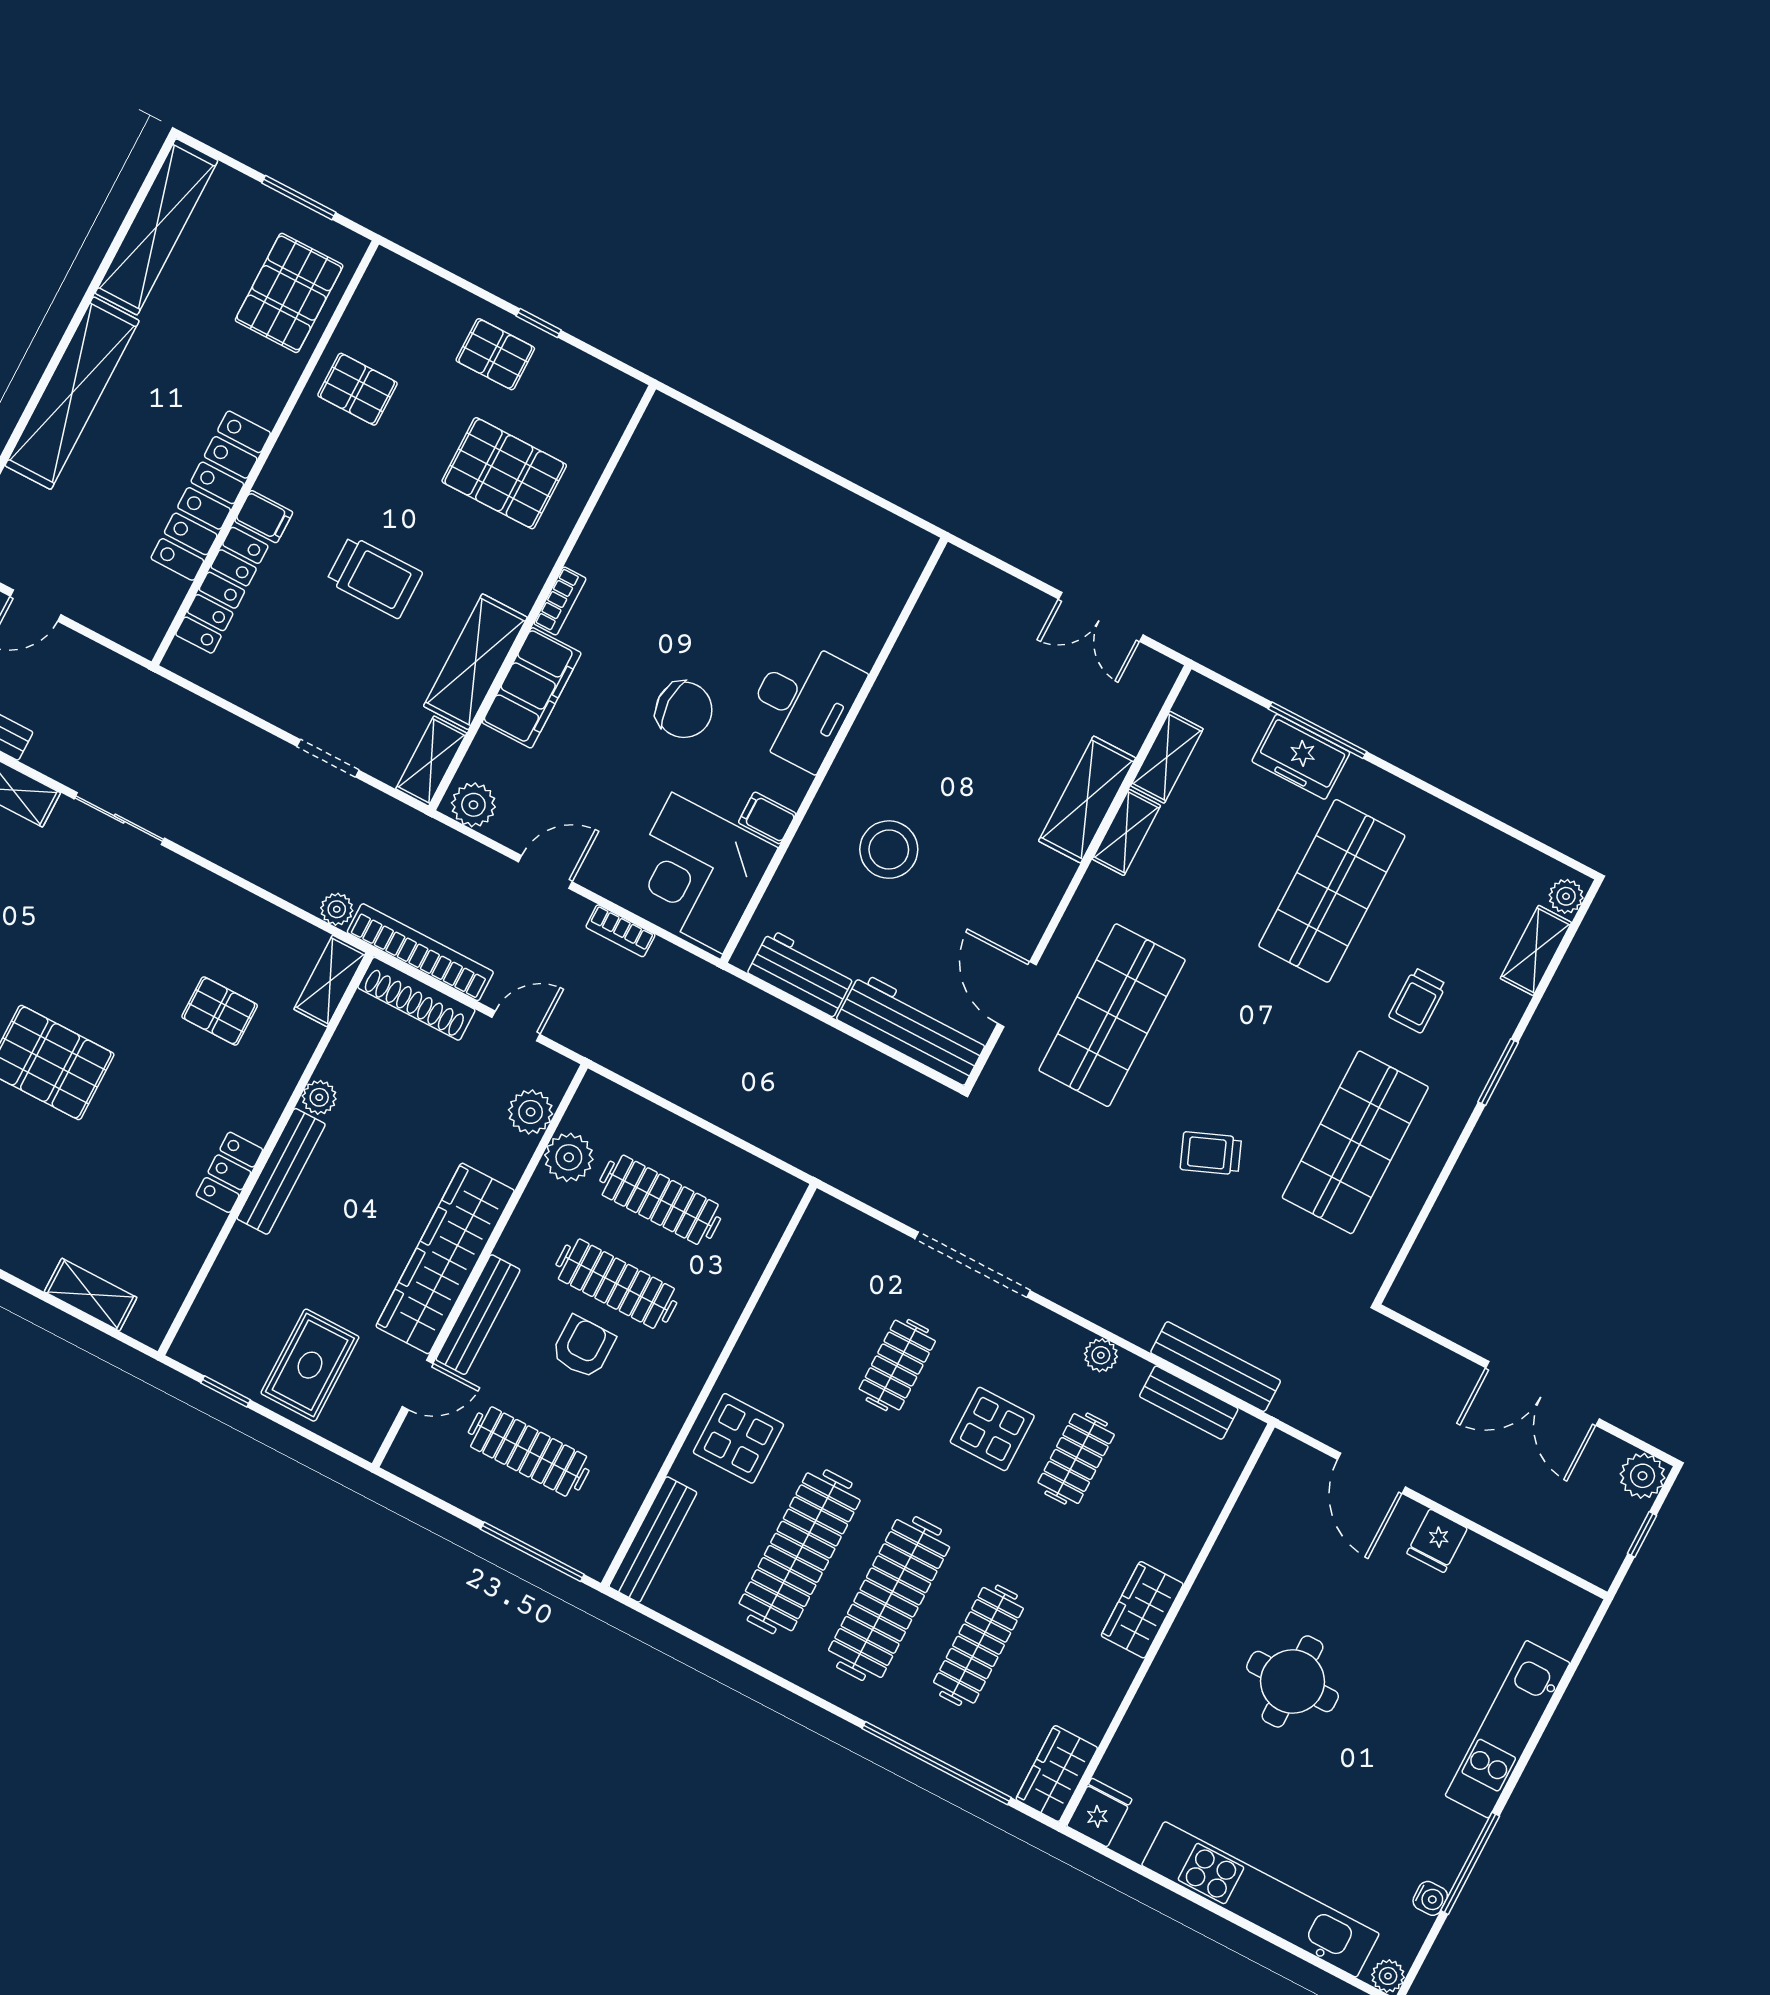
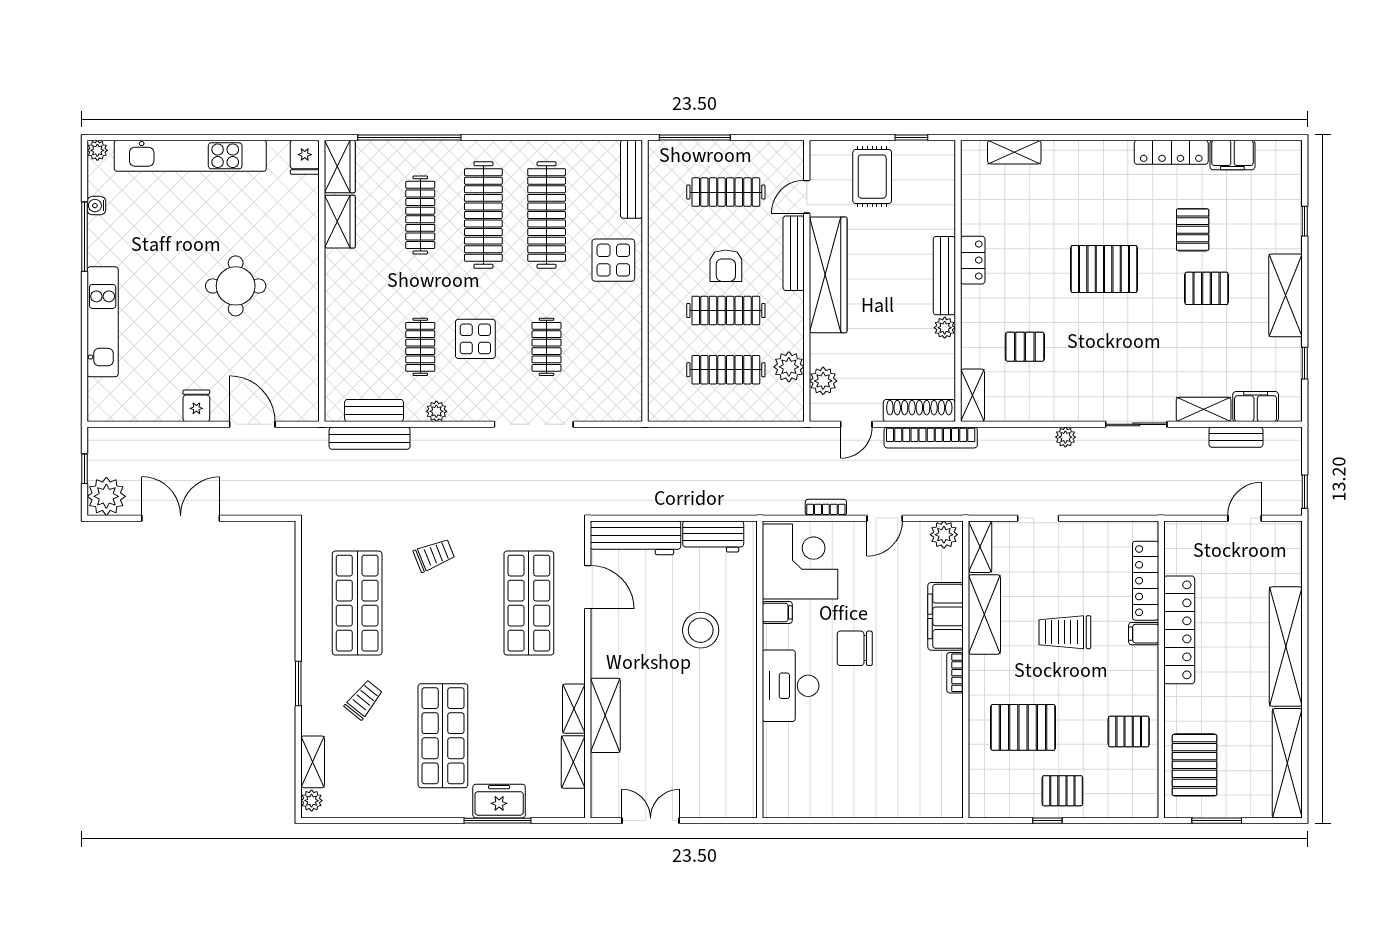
plant: (337, 909) -> (1065, 437), moved
trolley: (1418, 1000) -> (364, 700), turned 39
plant: (1643, 1476) -> (106, 496), width x1.36, depth x1.36
wardrobe: (1142, 1610) -> (340, 222), moved

